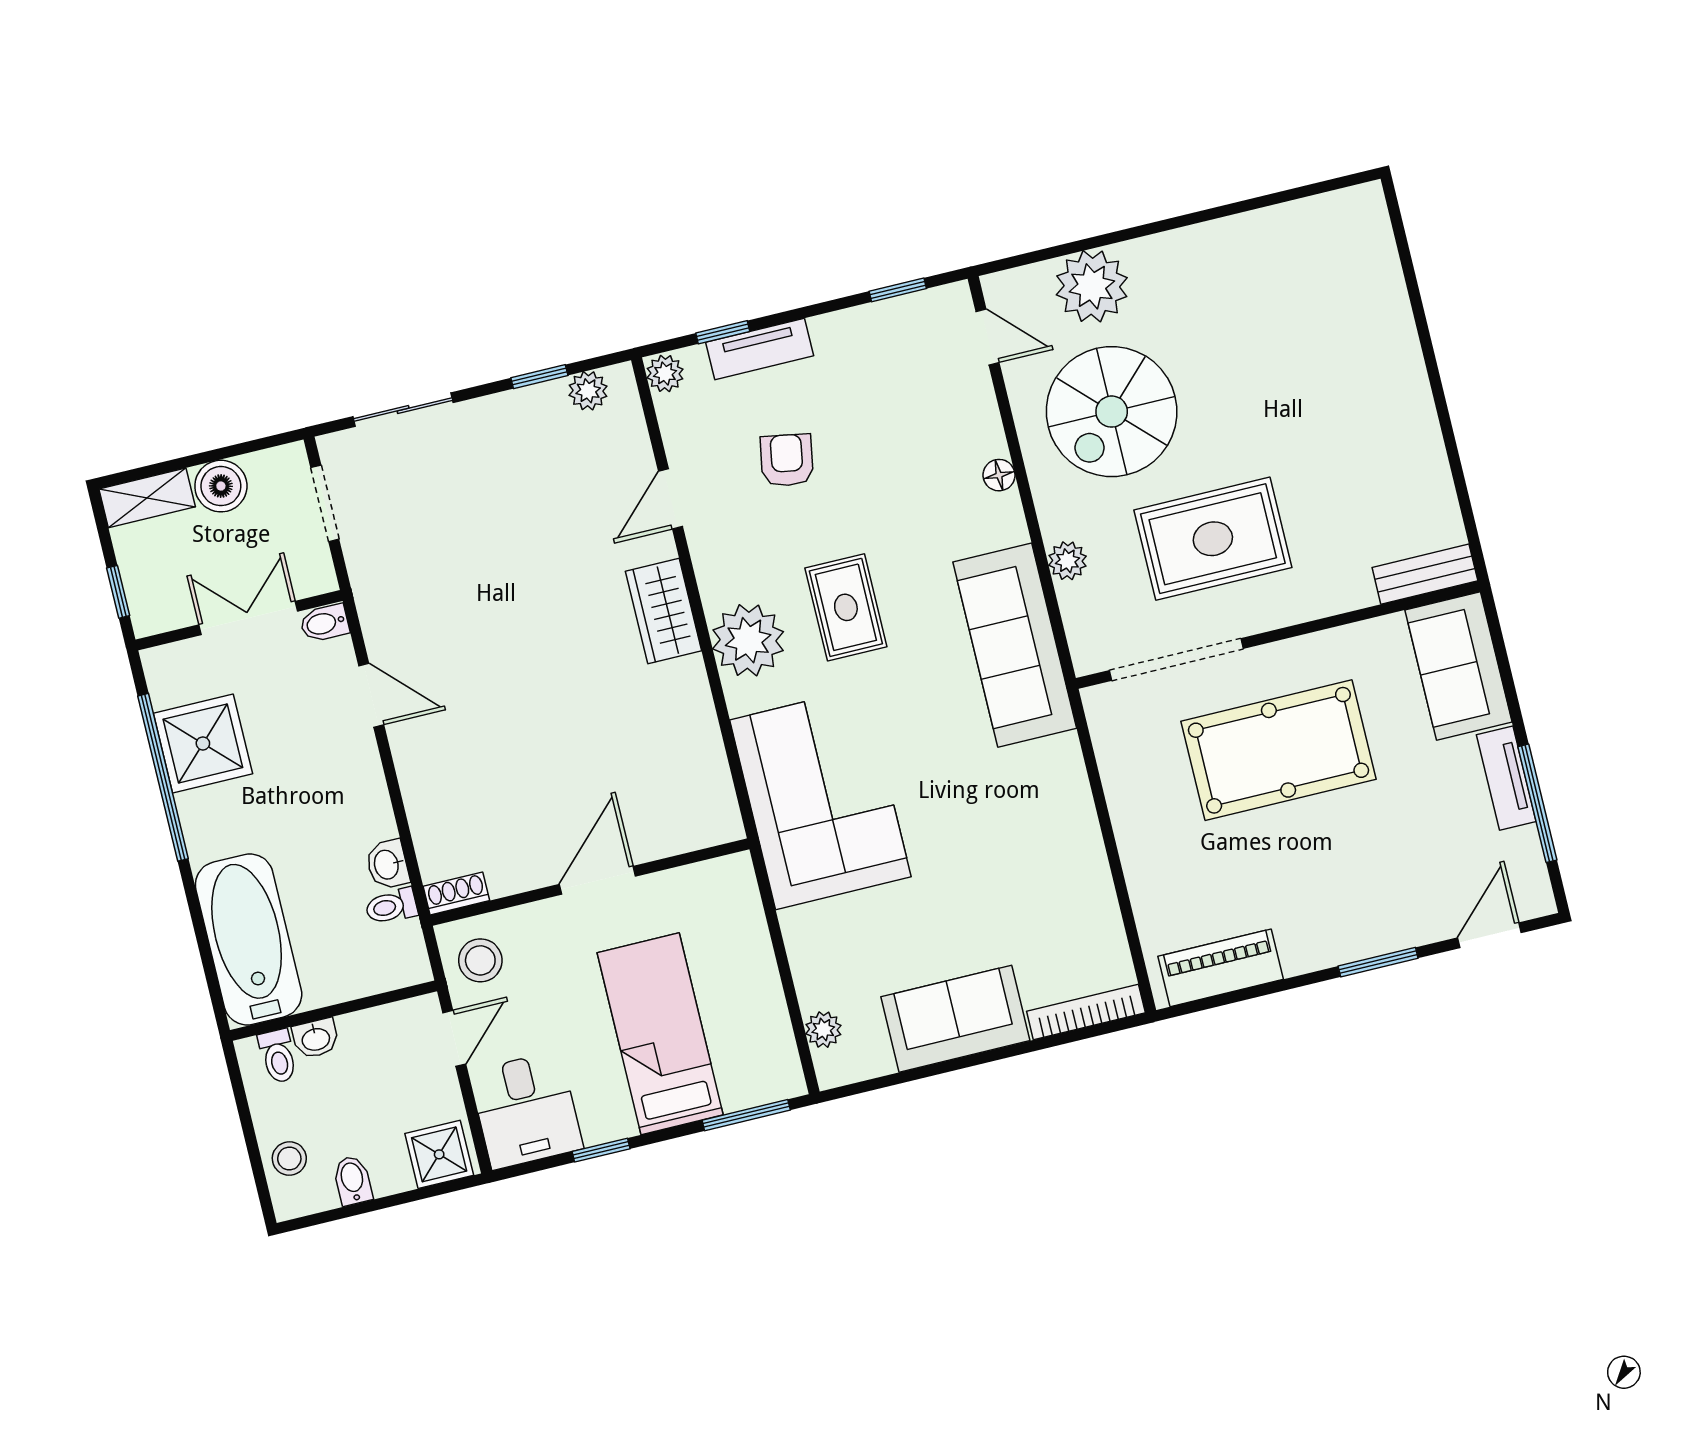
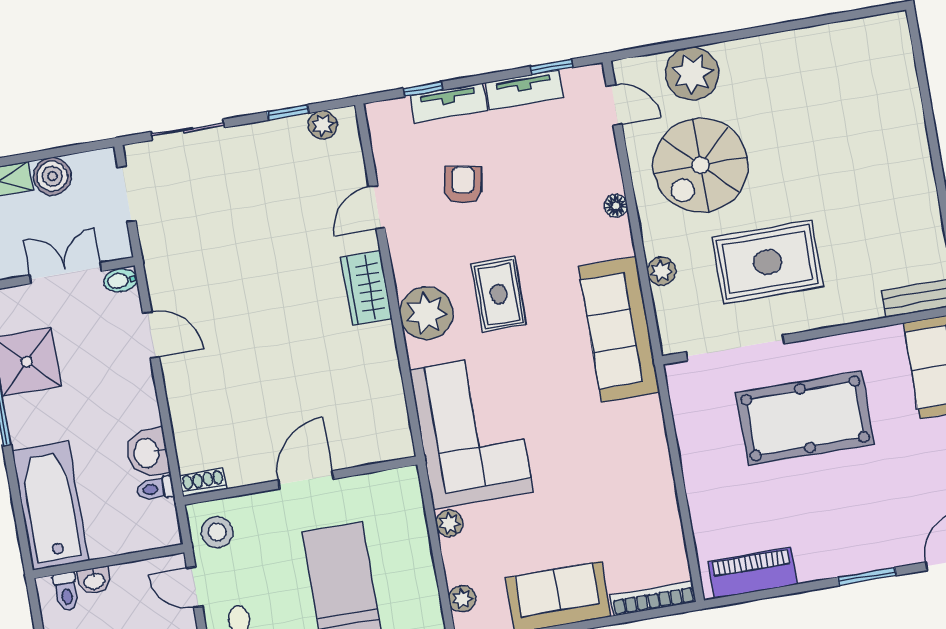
tv unit: (863, 324) -> (525, 90), added
plant: (665, 374) -> (449, 523), moved
washbasin: (387, 864) -> (148, 453), width x1.38, depth x1.45
door: (454, 1038) -> (195, 587), swing flipped

